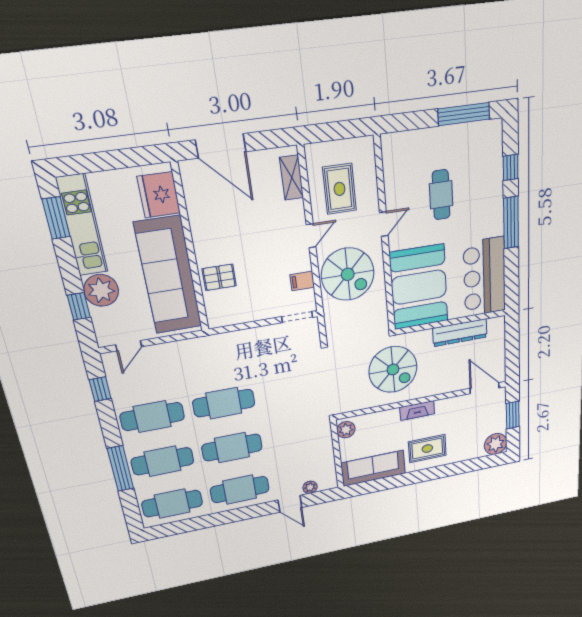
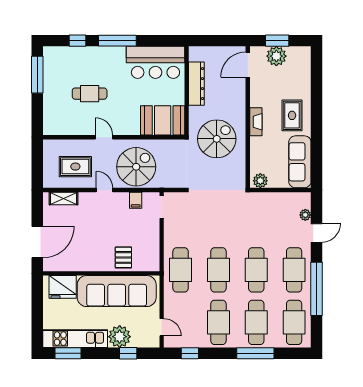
booth: (419, 287) -> (163, 120), width x0.73, depth x0.70
cafe table: (215, 356) -> (181, 270), added
plant: (496, 444) -> (276, 56), moved
window: (220, 519) -> (317, 289), added

